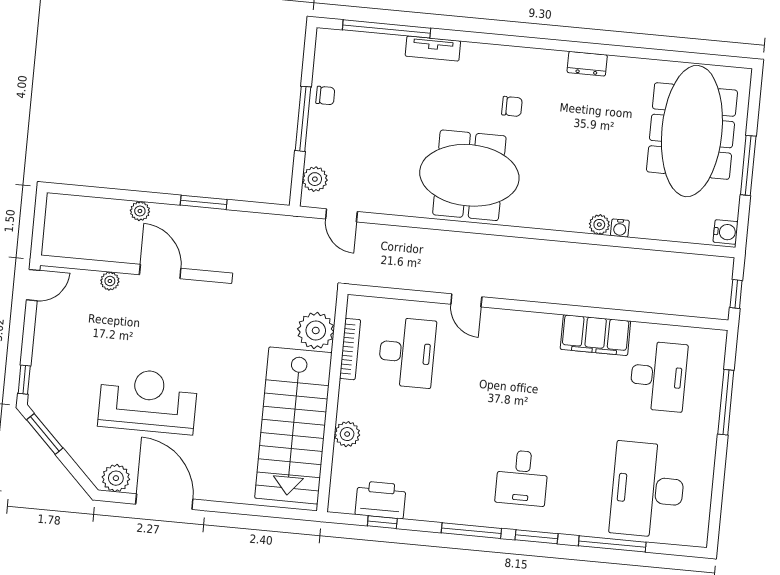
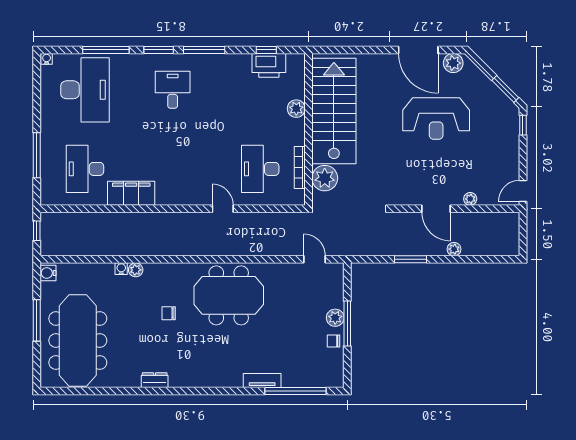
chair: (512, 106) -> (169, 313), moved
plant: (315, 179) -> (335, 318), moved
water cooler: (699, 539) -> (47, 59), added

